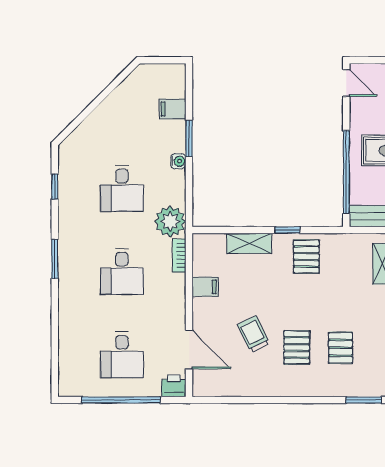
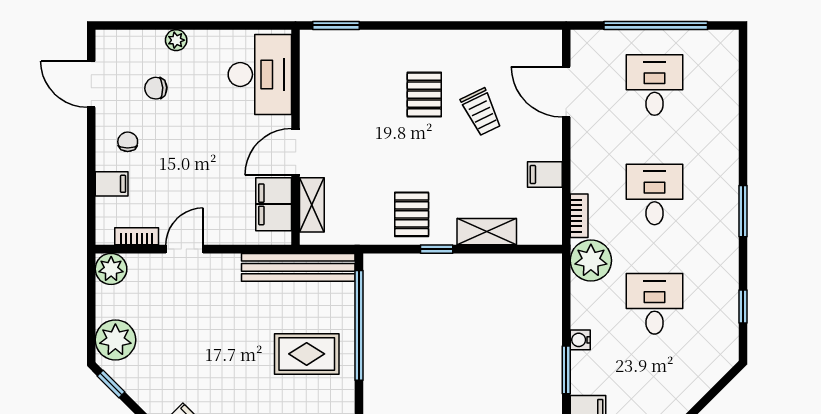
pallet: (341, 348) -> (367, 94), removed
printer: (174, 386) -> (586, 44), removed

